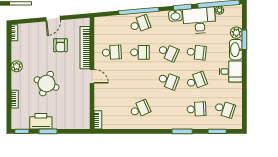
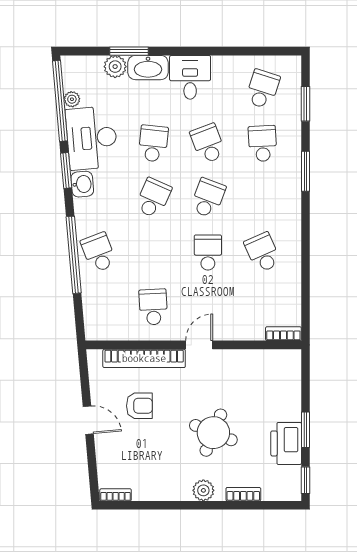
school desk: (140, 52) -> (208, 252), moved
plant: (17, 66) -> (203, 490), moved

